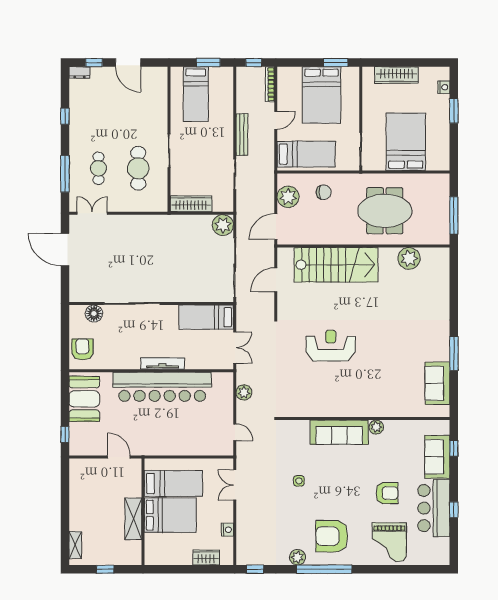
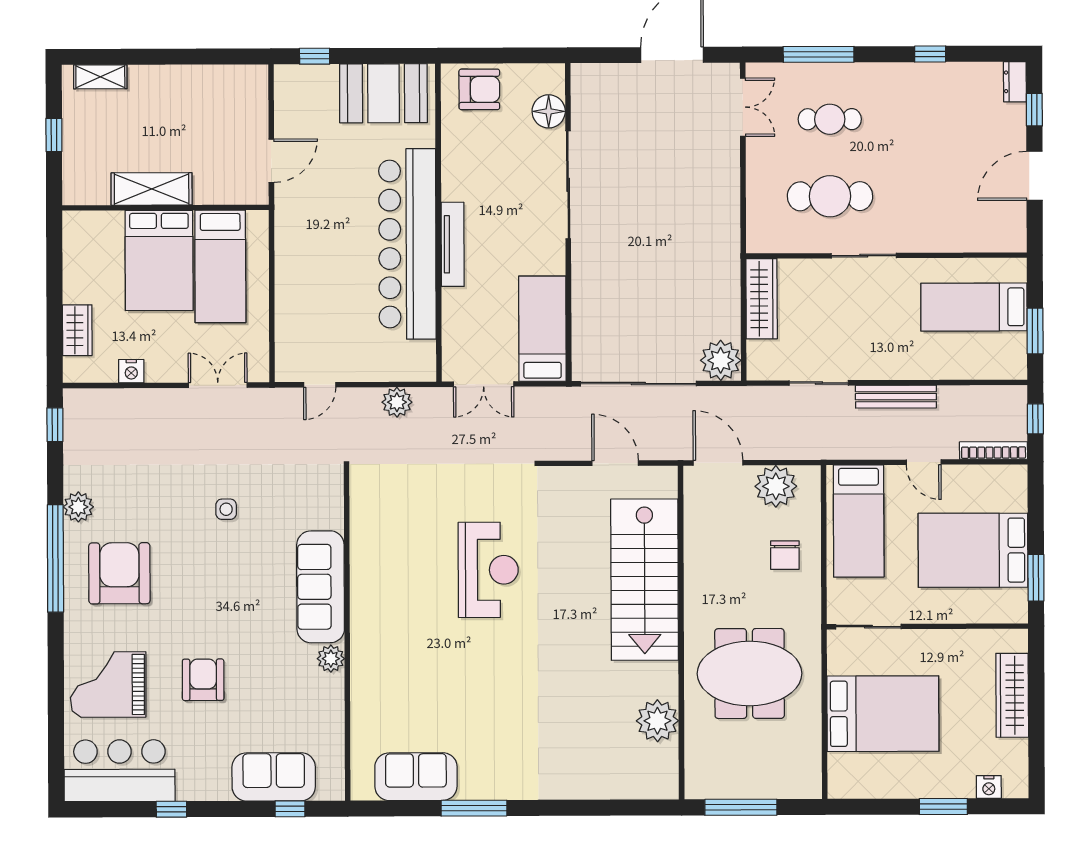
meeting table: (385, 211) -> (750, 674), turned 90
armchair: (387, 493) -> (203, 680), turned 180
bar counter: (434, 508) -> (120, 771), moved

